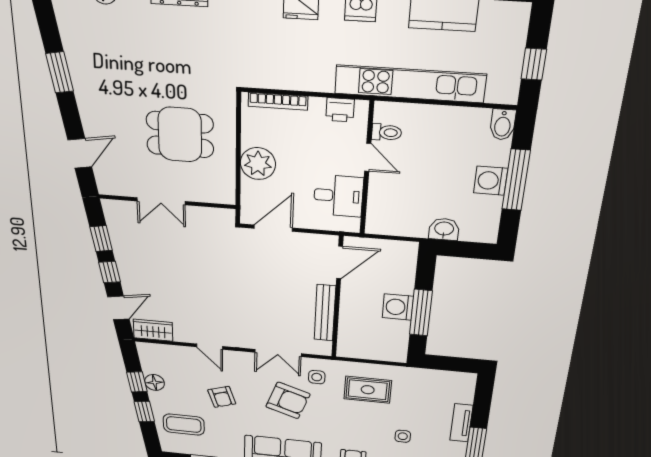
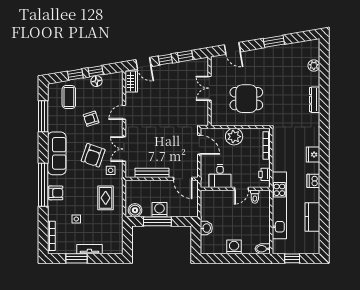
dining table: (180, 135) -> (246, 99), turned 90
window: (516, 180) -> (235, 258), removed
boiler: (395, 347) -> (135, 210), added

